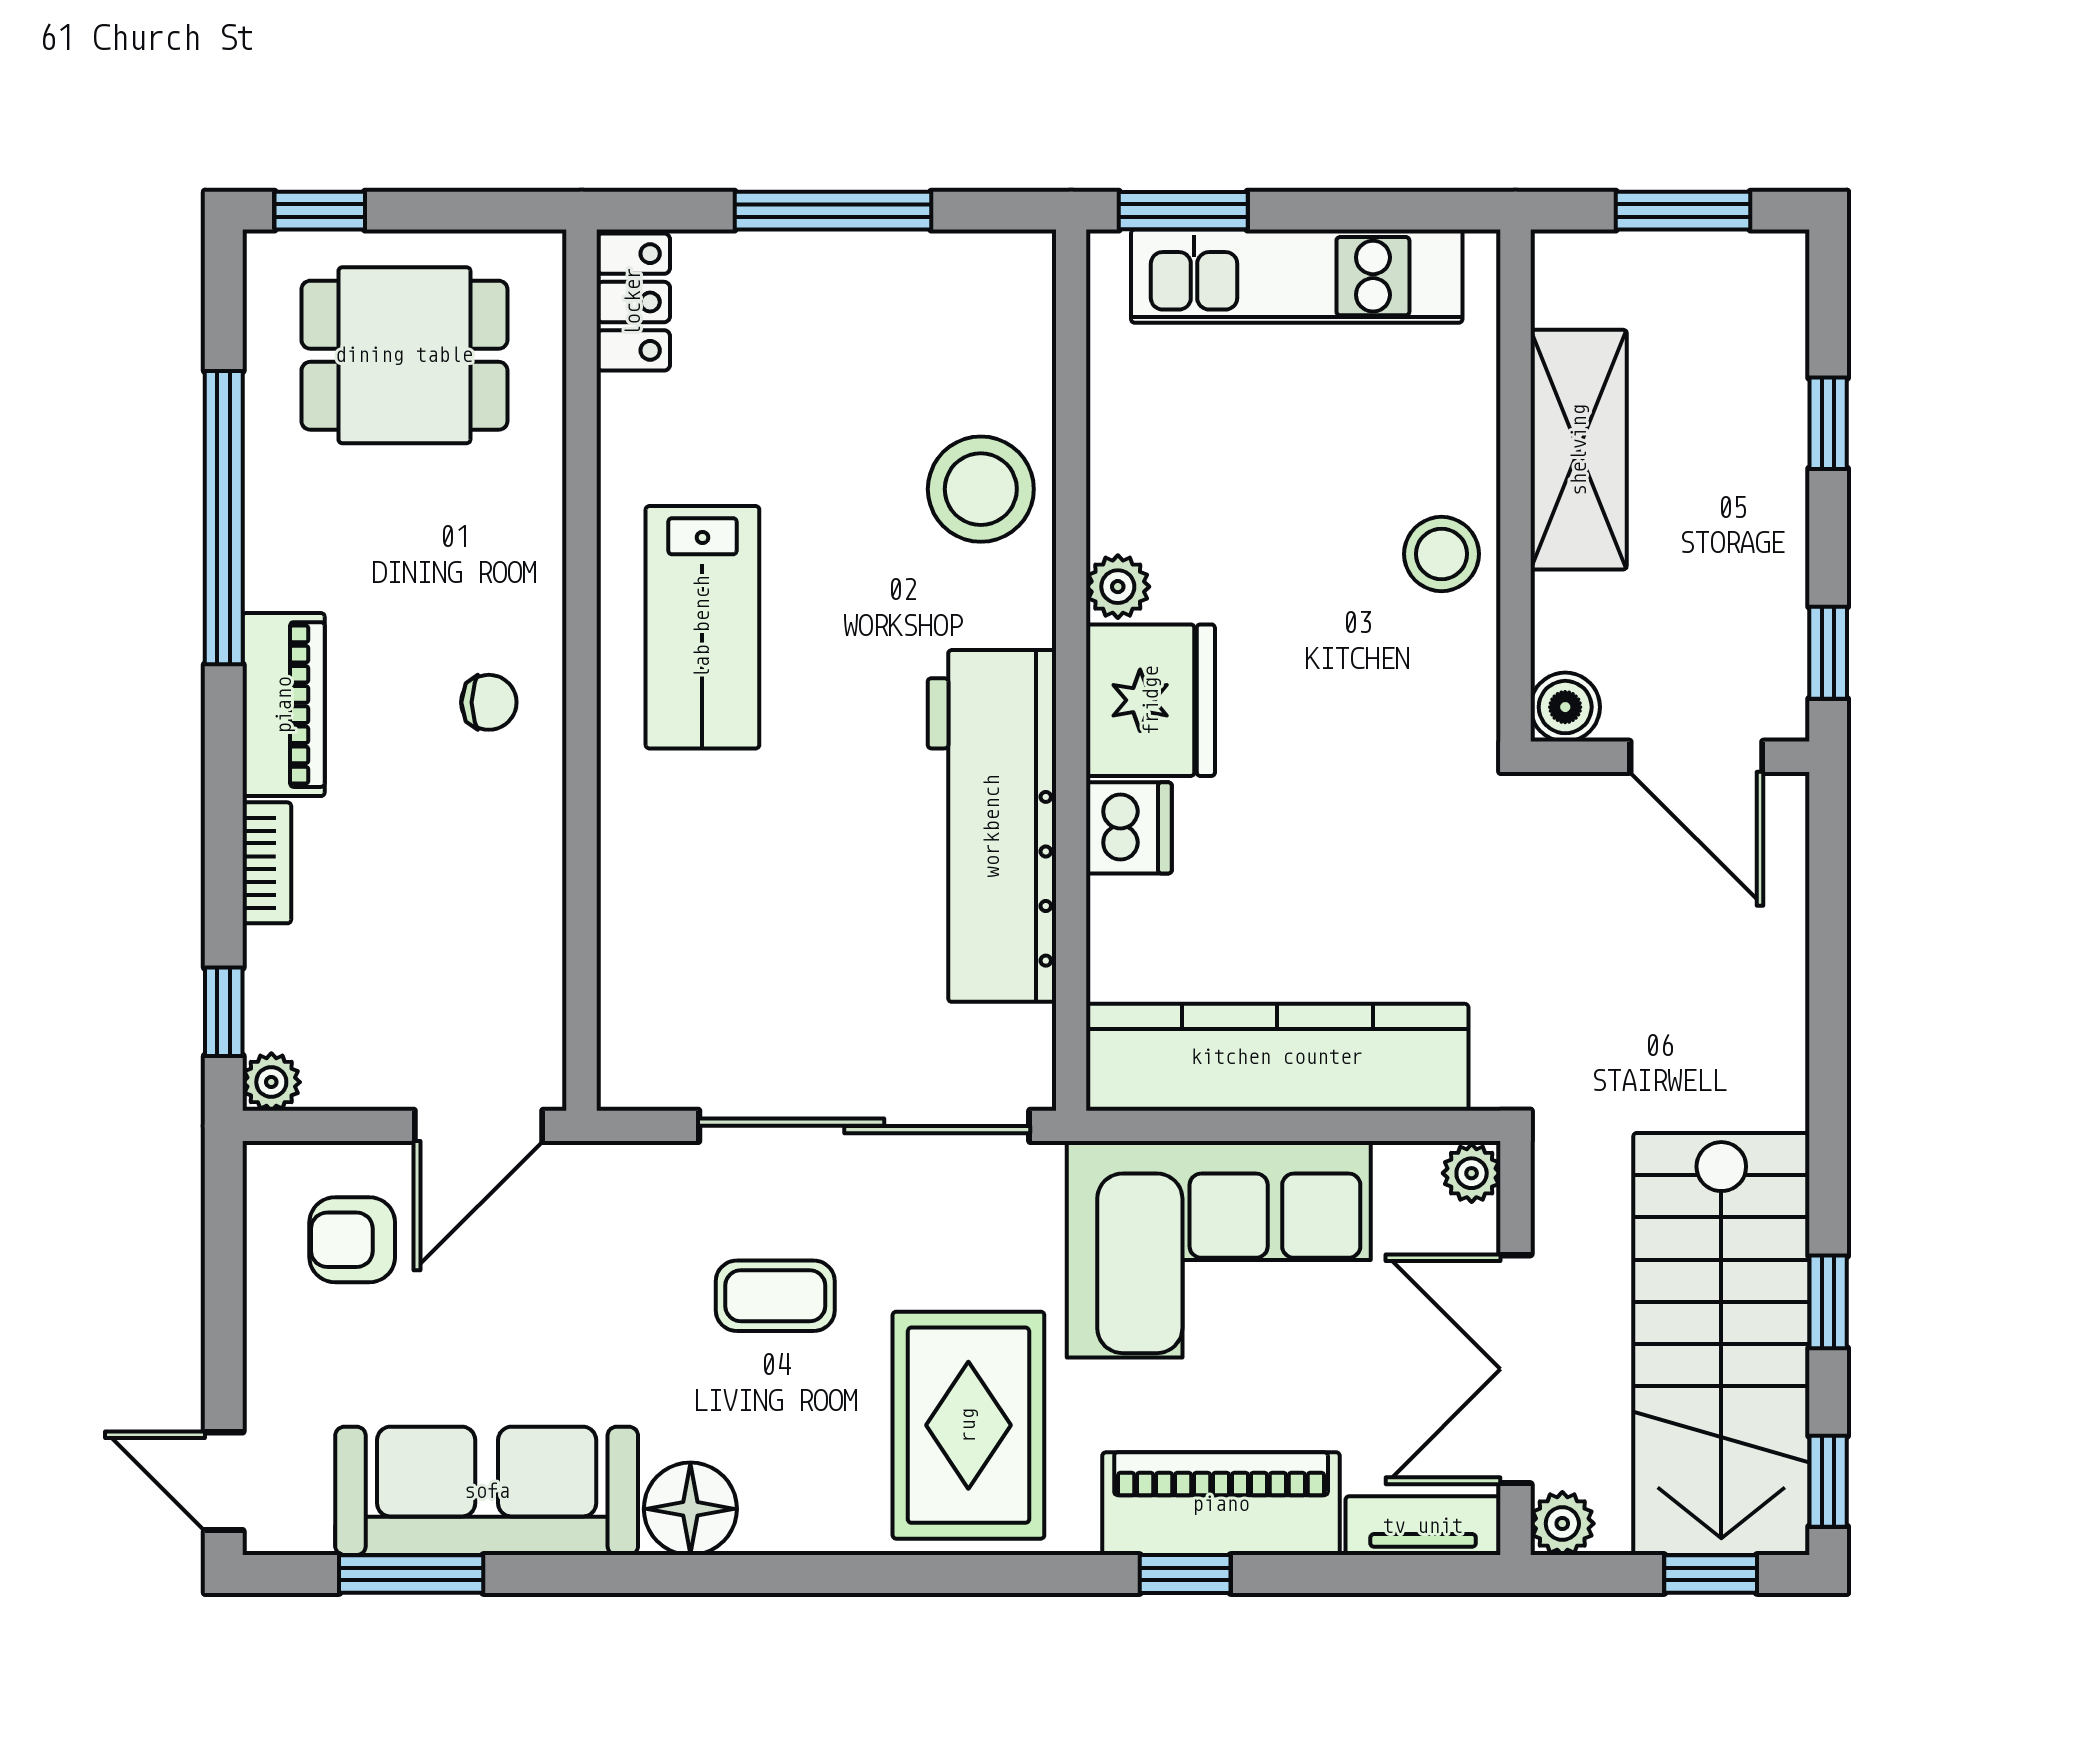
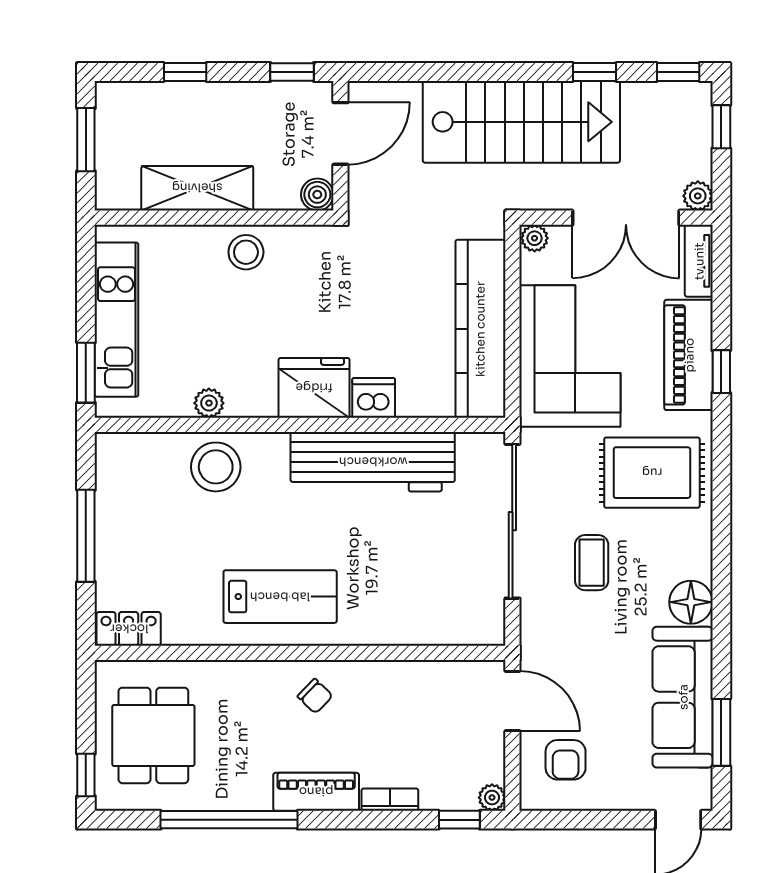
plant: (1118, 587) -> (209, 403), moved
chair: (489, 702) -> (315, 696), turned 134
stairs: (1721, 1344) -> (521, 122), moved

